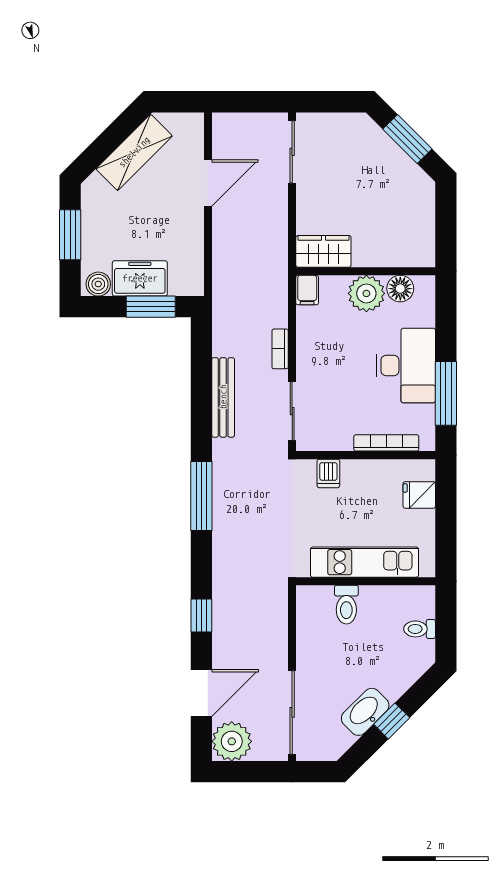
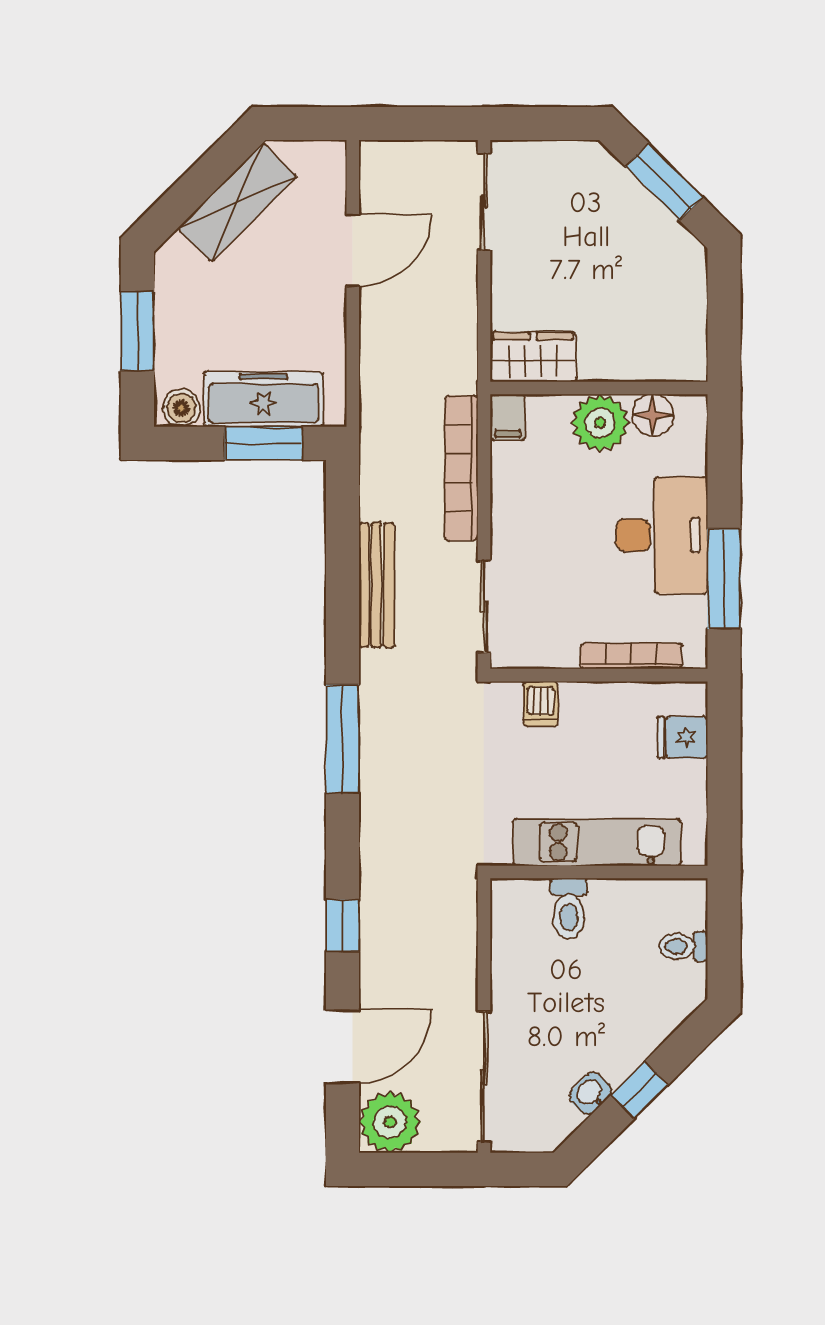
freezer: (140, 278) -> (263, 399), width x1.40
bookcase: (280, 349) -> (461, 468), width x2.31, depth x1.31
washbasin: (365, 712) -> (590, 1094), width x0.52, depth x0.69

